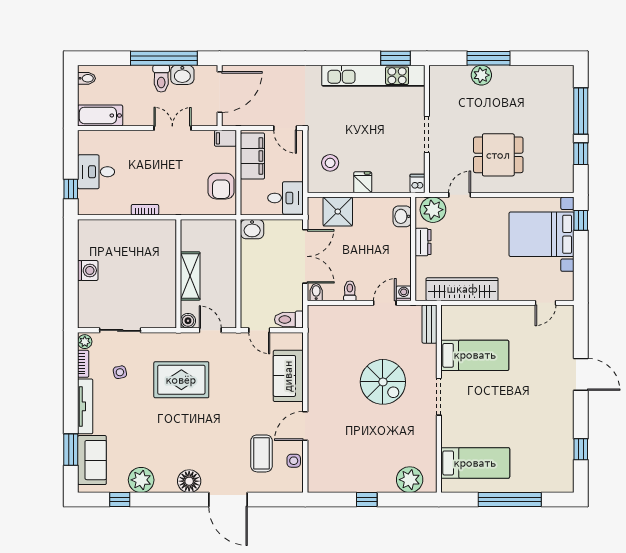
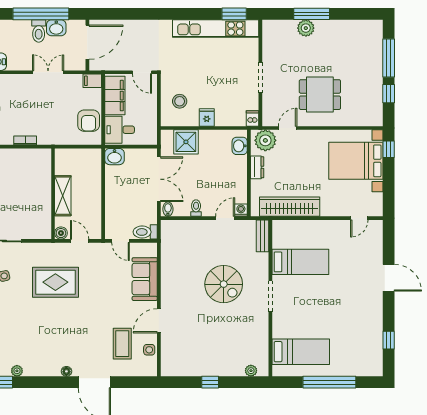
desk: (286, 198) -> (120, 130), moved, turned 180
plant: (141, 480) -> (17, 371), width x0.53, depth x0.53
plant: (410, 480) -> (251, 371), width x0.53, depth x0.53
floor lamp: (189, 481) -> (66, 371), width x0.53, depth x0.53

